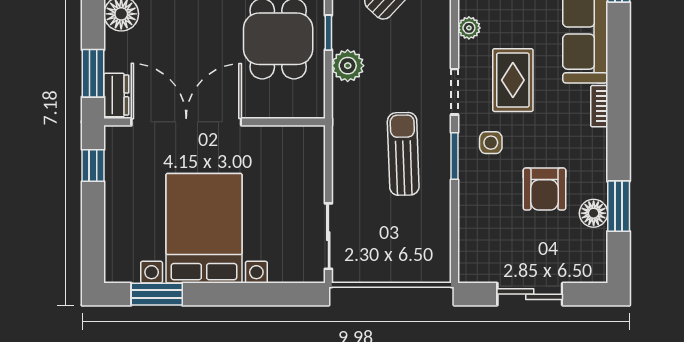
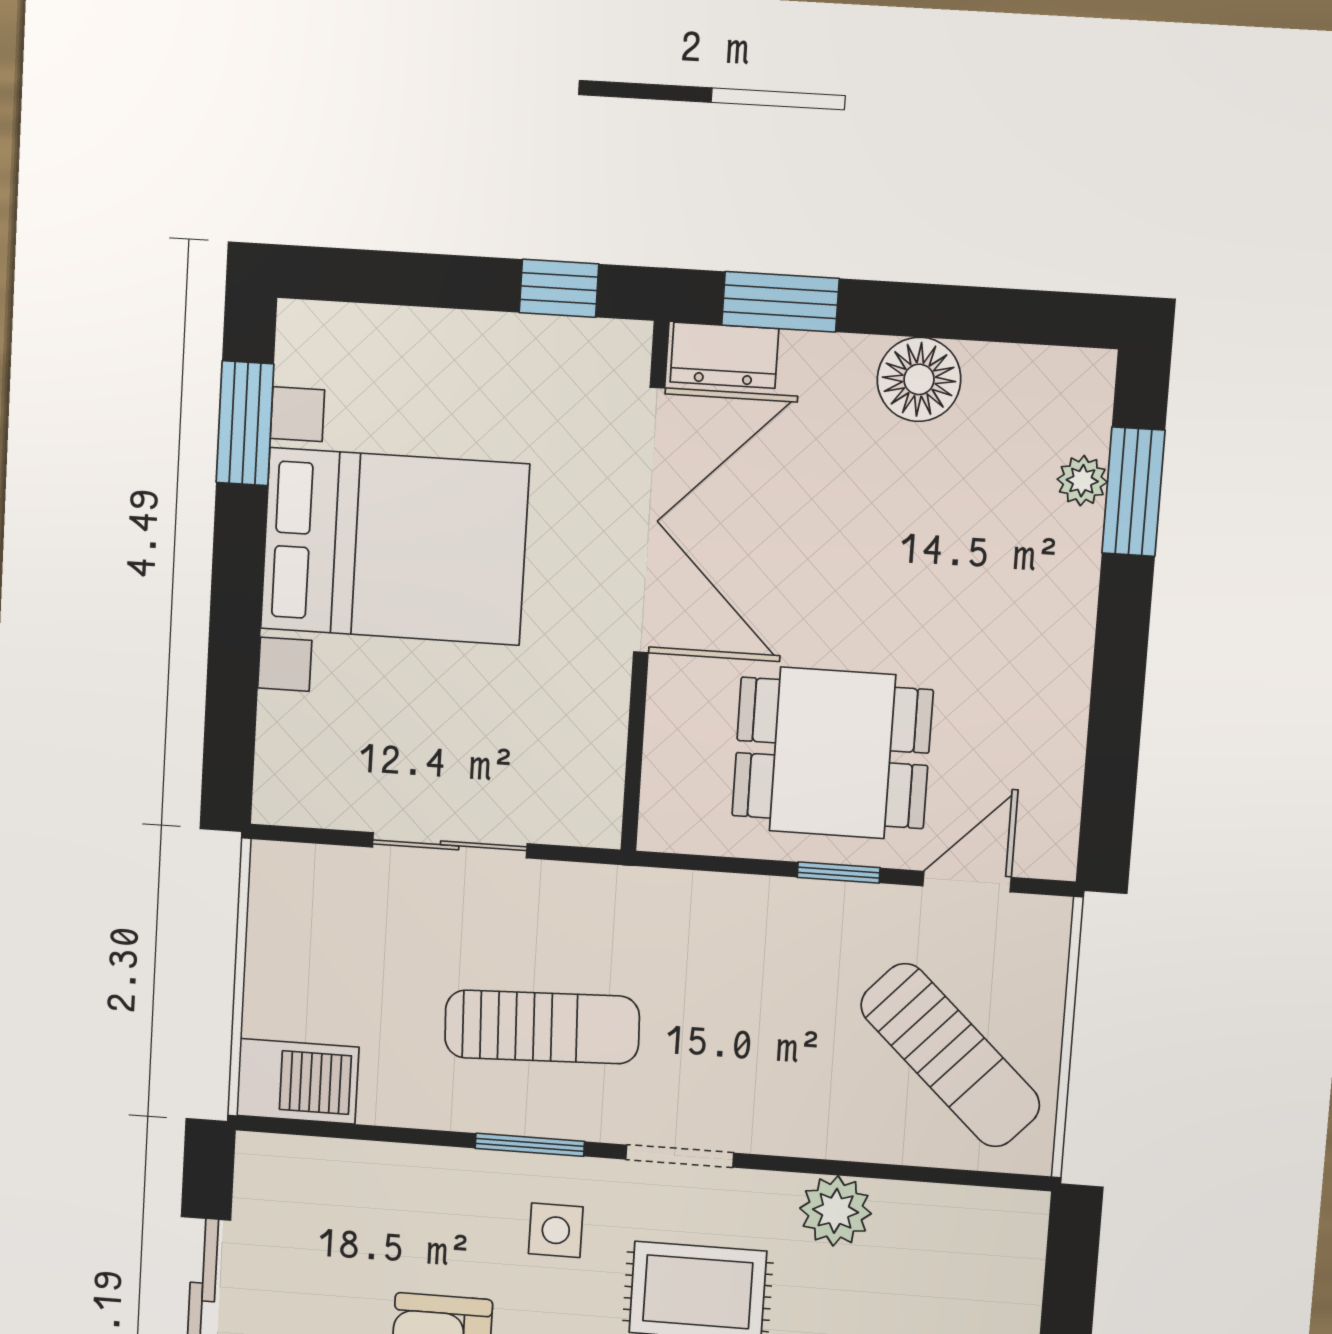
plant: (469, 28) -> (836, 1211), width x1.38, depth x1.38
plant: (348, 66) -> (757, 913), removed
sliding door: (328, 236) -> (450, 845), moved
barbecue: (434, 257) -> (298, 1081), added

